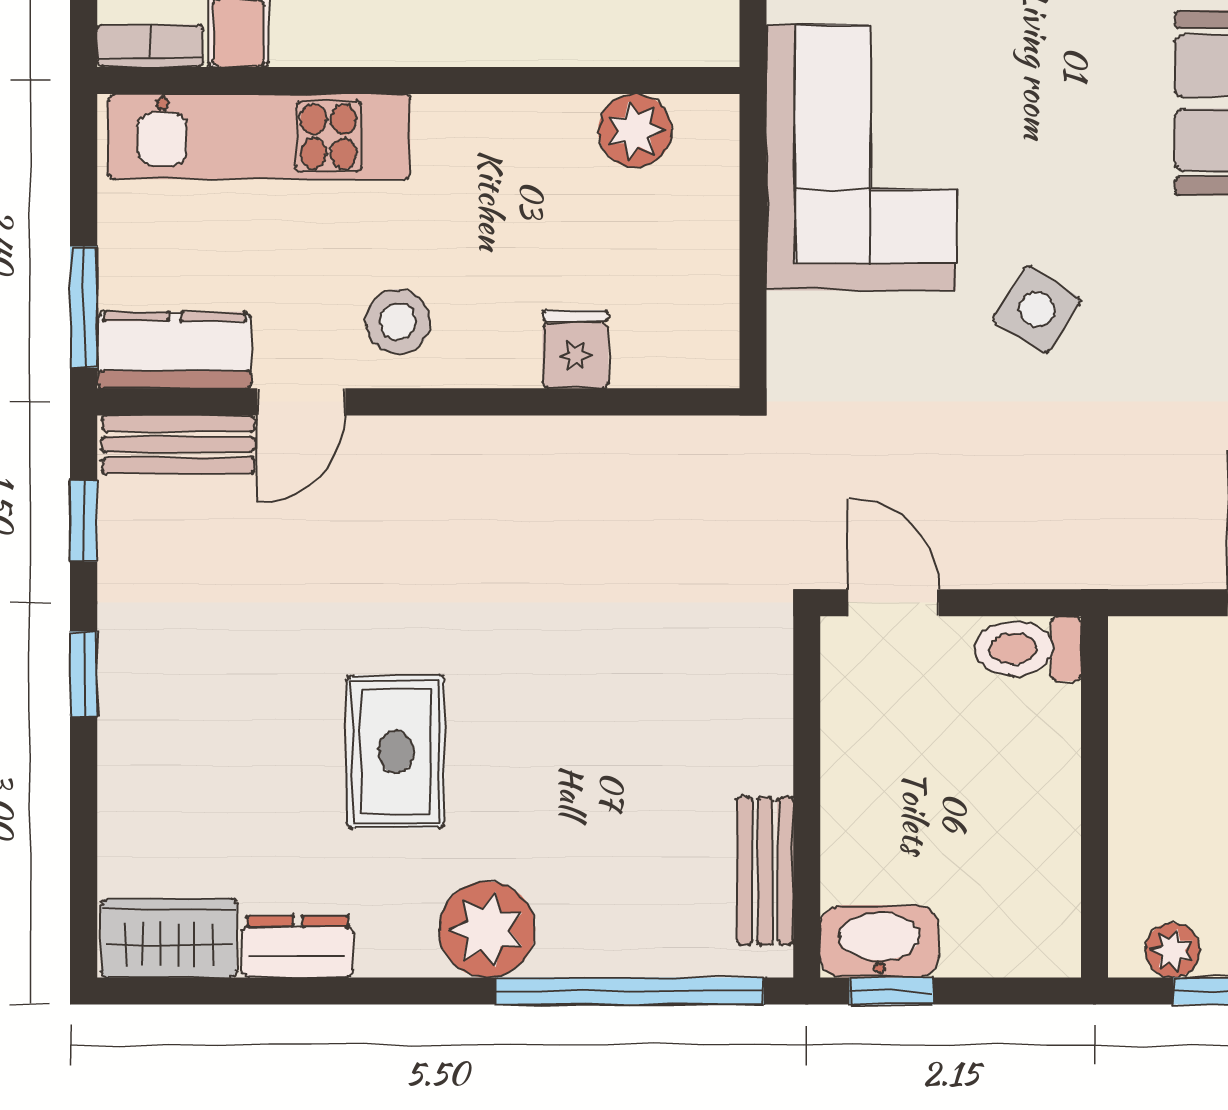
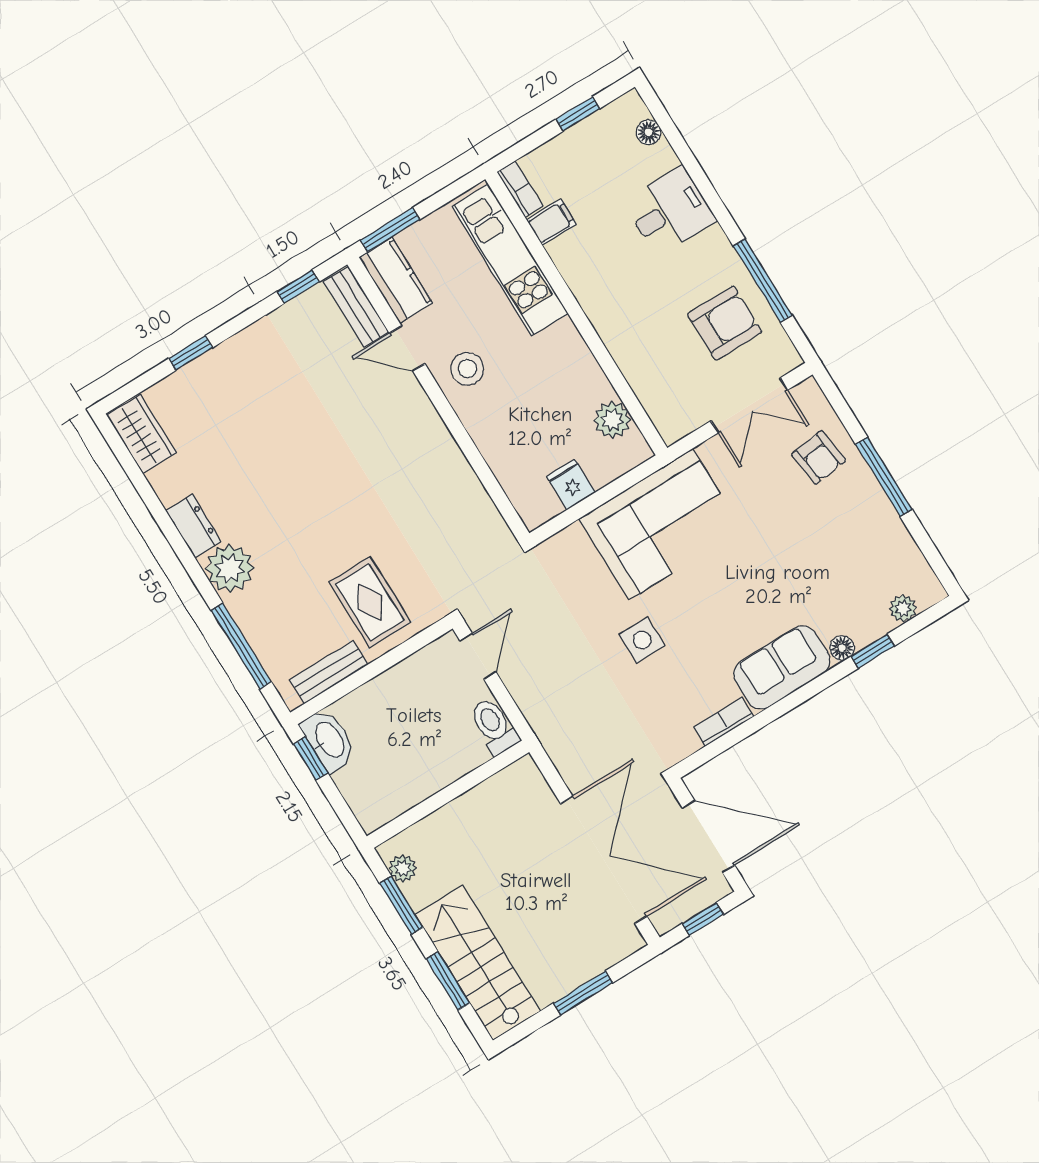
side table: (1037, 309) -> (642, 640), turned -33
fridge: (576, 349) -> (571, 484), moved, turned -90
window: (84, 674) -> (191, 353), moved
rug: (396, 752) -> (370, 602), moved, turned 90
dresser: (298, 947) -> (194, 526), moved
window: (630, 991) -> (241, 646), width x0.68

